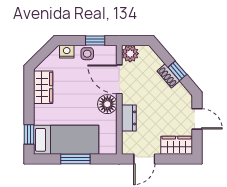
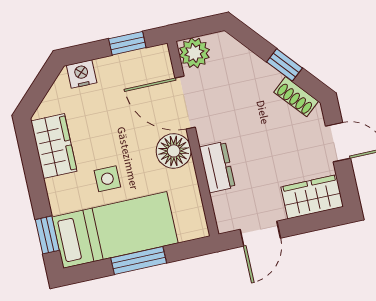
side table: (87, 54) -> (107, 179), moved
shoe rack: (168, 76) -> (296, 97), moved

